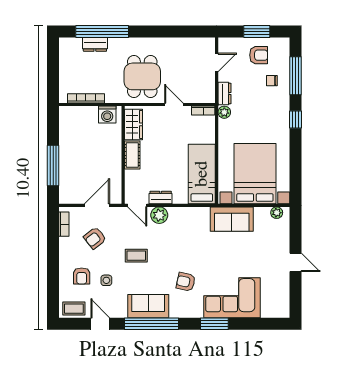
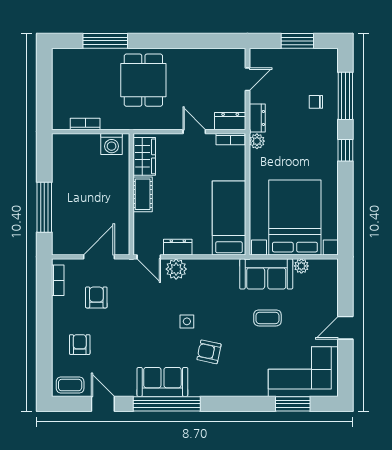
window: (102, 31) -> (105, 41), width x0.68
dresser: (95, 44) -> (230, 121), moved, turned 180
armchair: (259, 55) -> (300, 70), removed
dining table: (142, 76) -> (143, 80), moved
bookcase: (86, 98) -> (85, 124), width x0.64
plant: (277, 213) -> (301, 266), moved
armchair: (95, 238) -> (96, 297), turned 128
coffee table: (136, 256) -> (267, 318), moved
door: (296, 262) -> (345, 328), swing flipped
armchair: (82, 276) -> (80, 345), turned 180
side table: (106, 280) -> (187, 321), moved
corner sofa: (232, 298) -> (303, 372), moved
window: (214, 324) -> (293, 404), moved

